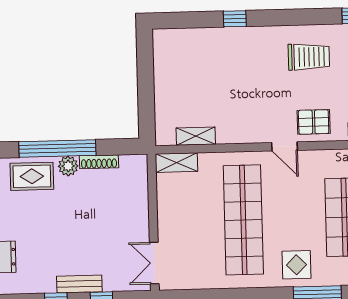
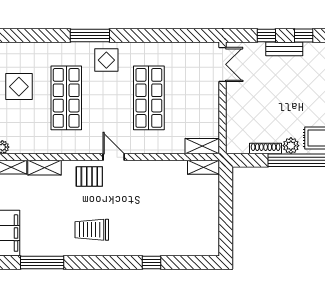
shelving: (196, 136) -> (203, 167), moved
shop shelf: (243, 220) -> (149, 98), width x0.71

